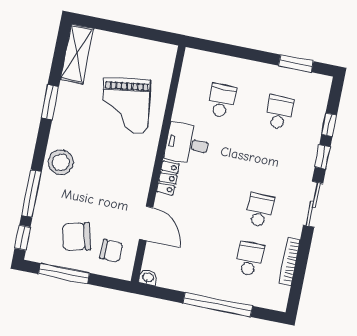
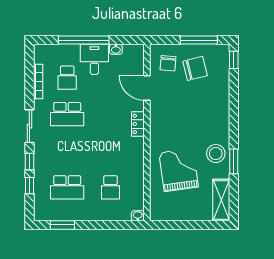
washbasin: (193, 55) -> (138, 216), added
school desk: (279, 112) -> (67, 187), width x1.85
desk: (187, 144) -> (94, 59), moved, turned -90
stool: (61, 162) -> (216, 154), moved
window: (31, 194) -> (234, 93), removed
school desk: (260, 210) -> (67, 114), width x1.85
chair: (111, 251) -> (168, 63), turned -85
washbasin: (148, 278) -> (116, 49), moved

